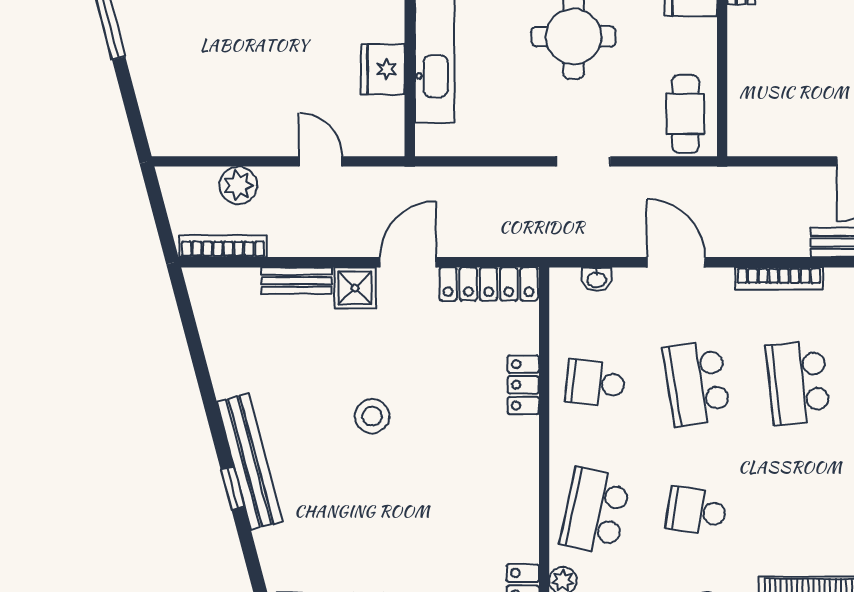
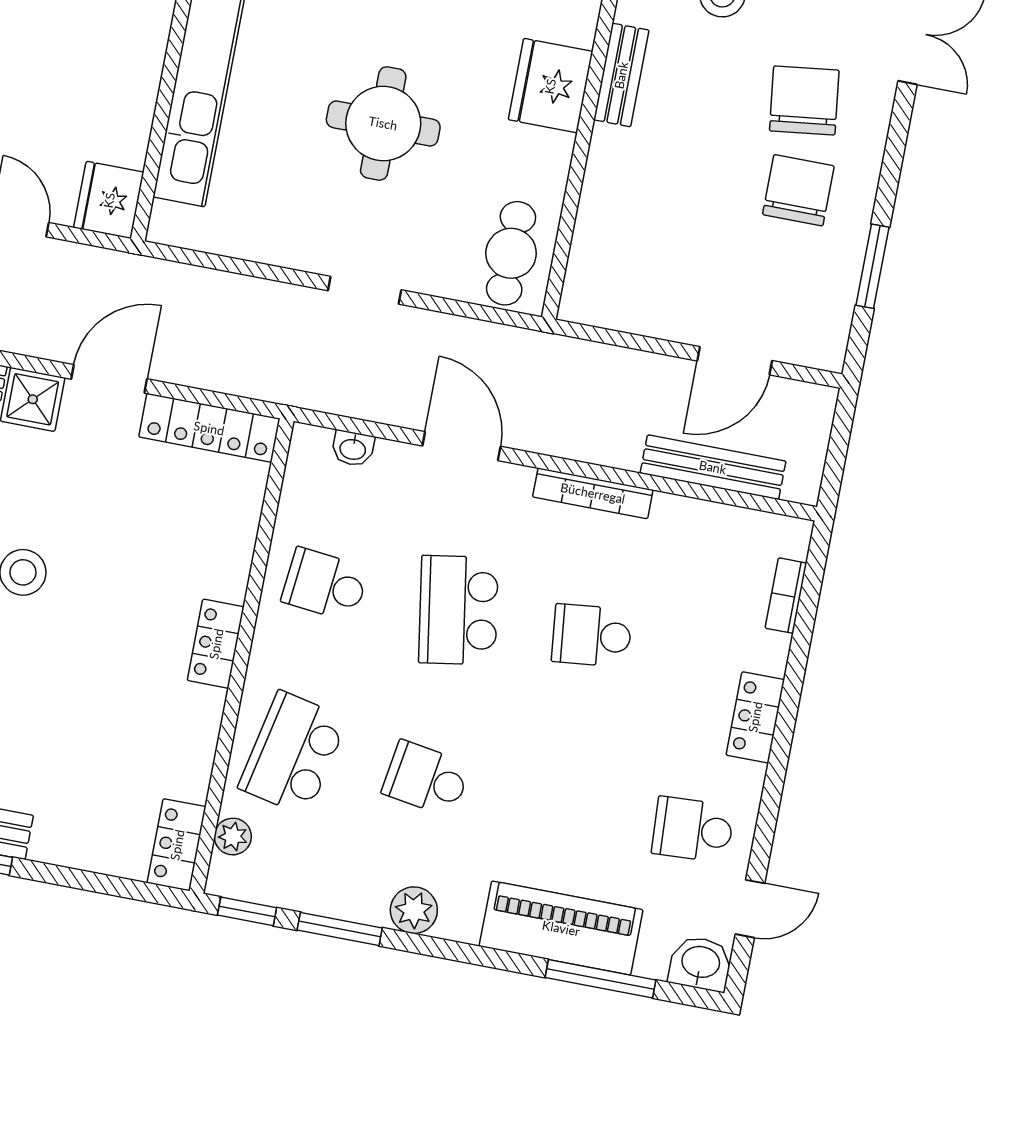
fridge: (383, 69) -> (109, 200), moved
school desk: (798, 383) -> (592, 636), width x0.54
locker: (523, 385) -> (216, 644), moved

